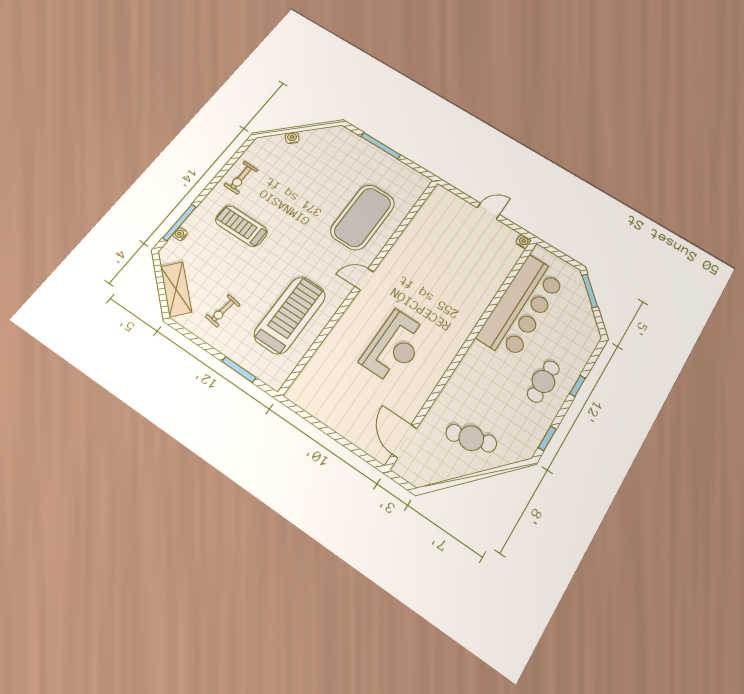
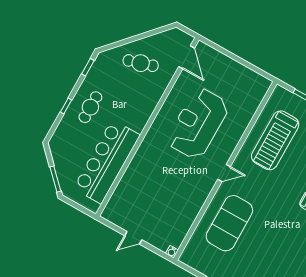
water cooler: (523, 242) -> (172, 252), moved
reception desk: (395, 347) -> (198, 123), width x1.36, depth x1.30

